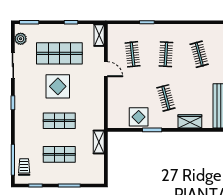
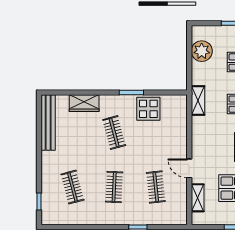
shelving: (99, 35) -> (198, 198), moved
shelving: (99, 142) -> (198, 101), moved
plant: (96, 163) -> (202, 51), added

